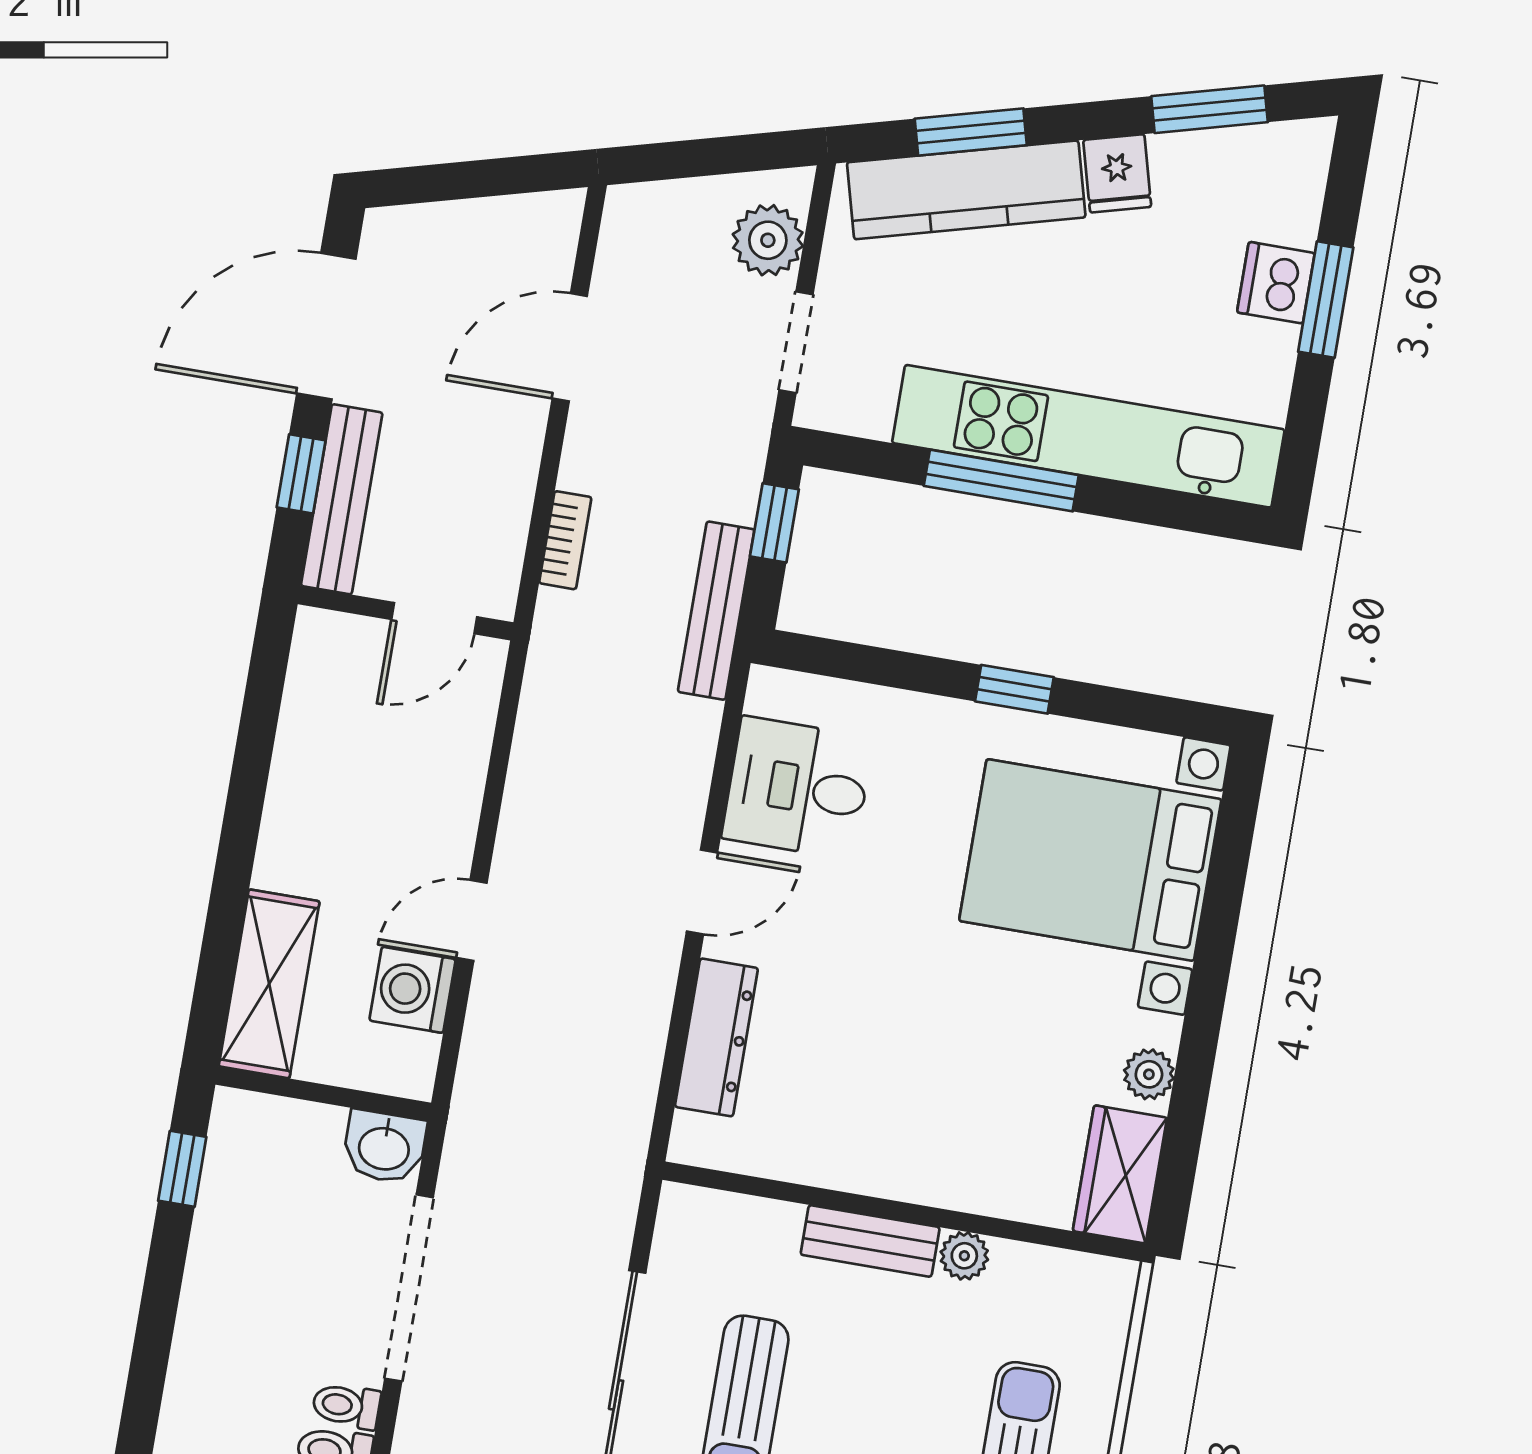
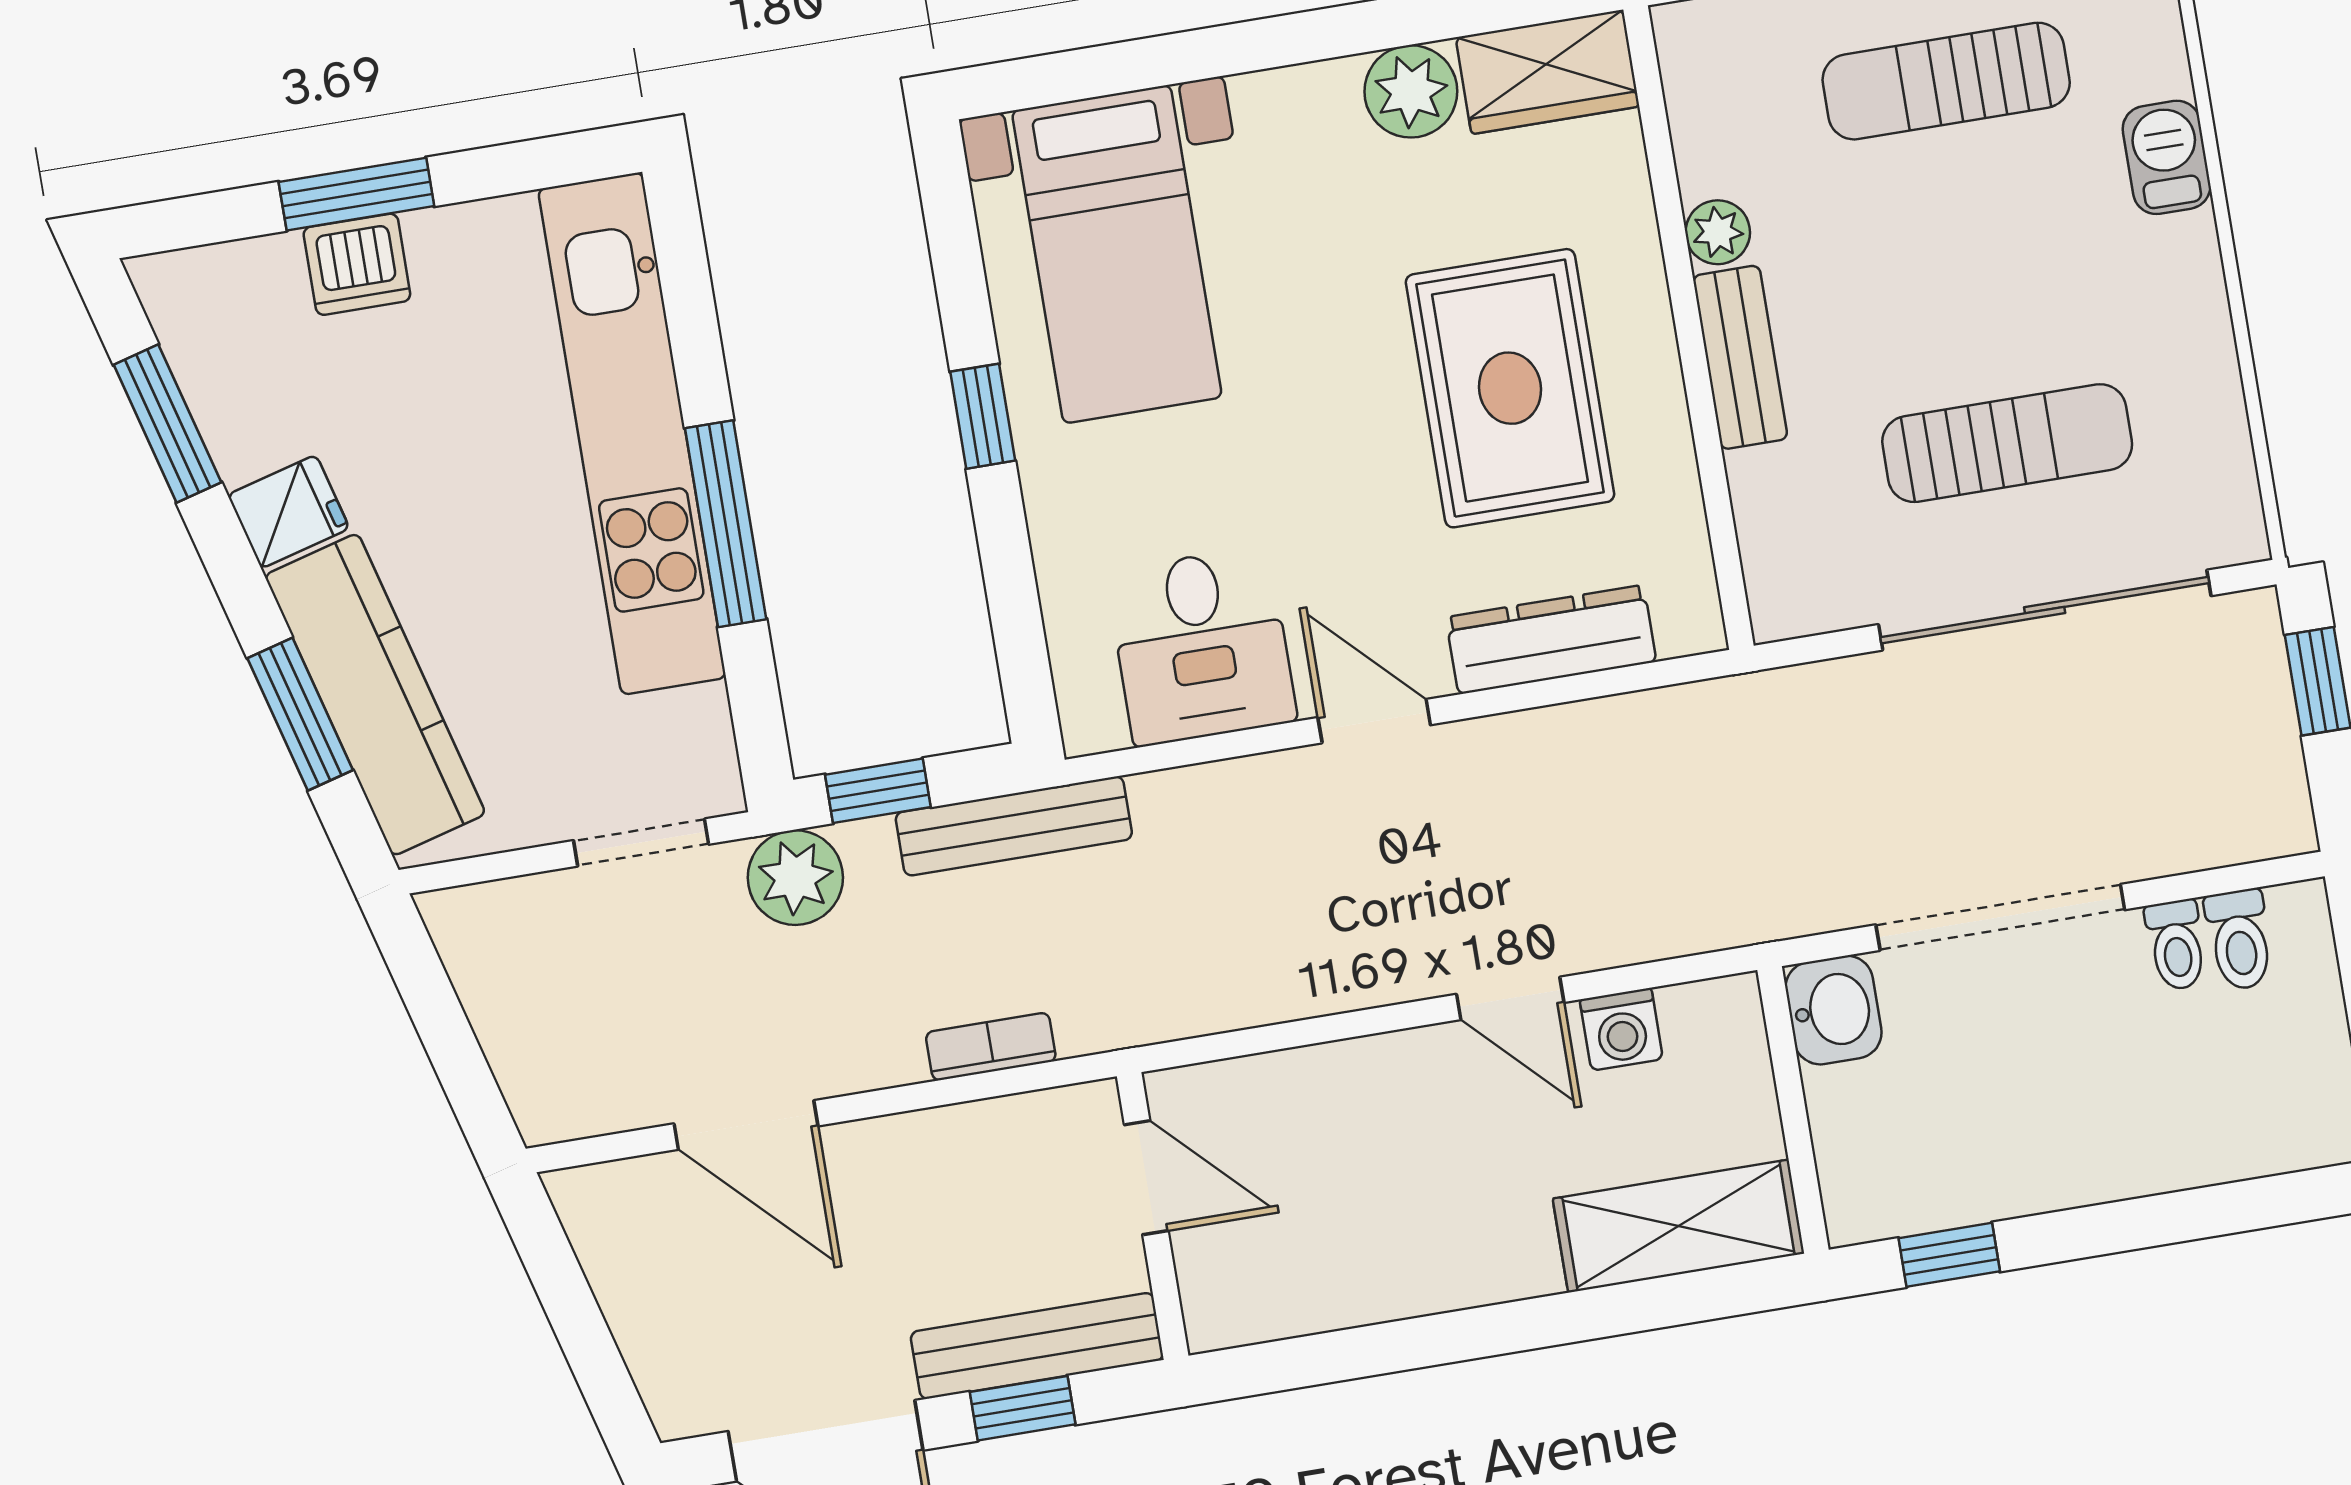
plant: (768, 240) -> (795, 878), moved
bed with nightstands: (1090, 860) -> (1117, 254), width x0.73
washing machine: (413, 990) -> (1621, 1029), width x0.73, depth x0.73
rug: (905, 1070) -> (1510, 388), added
plant: (1149, 1074) -> (1411, 91), width x1.38, depth x1.38

